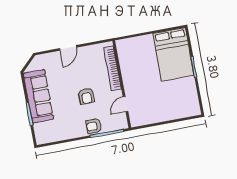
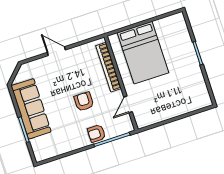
door: (68, 48) -> (56, 51), swing flipped
bed: (173, 54) -> (143, 53), moved
armchair: (86, 96) -> (84, 101), turned 180

